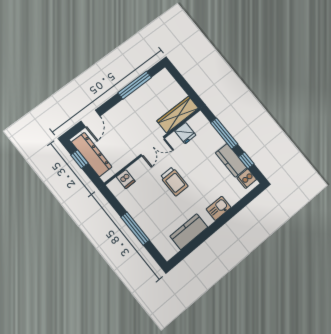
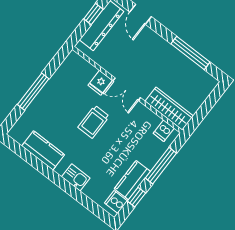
door: (90, 119) -> (140, 14), hinge flipped
fridge: (185, 133) -> (100, 83), moved
dishwasher: (126, 179) -> (164, 131), moved

